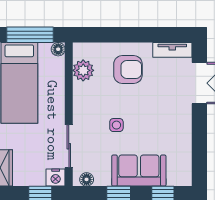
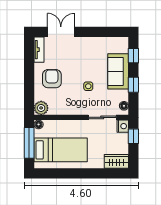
plant: (83, 70) -> (41, 108), moved

